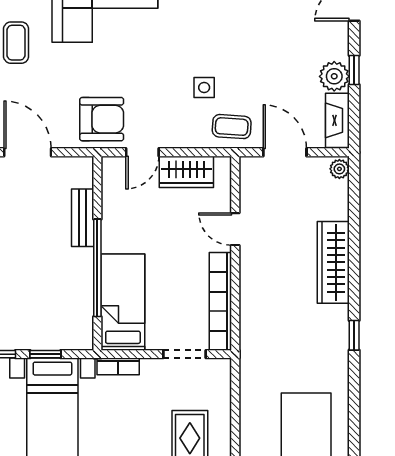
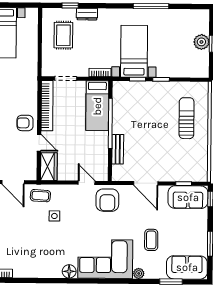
armchair: (102, 119) -> (107, 200), turned -90
door: (142, 152) -> (87, 183), hinge flipped
wardrobe: (186, 172) -> (49, 167), moved, turned 90
armchair: (263, 267) -> (25, 123), added

